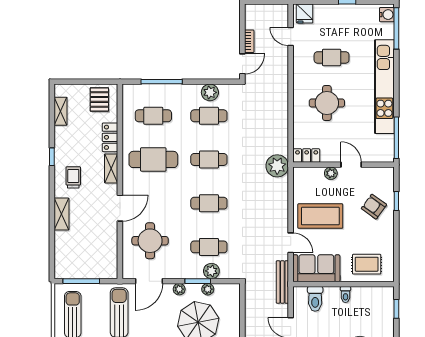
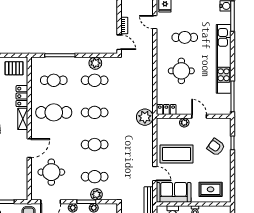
door: (242, 64) -> (119, 42), hinge flipped
pallet: (99, 99) -> (14, 68), turned 90

